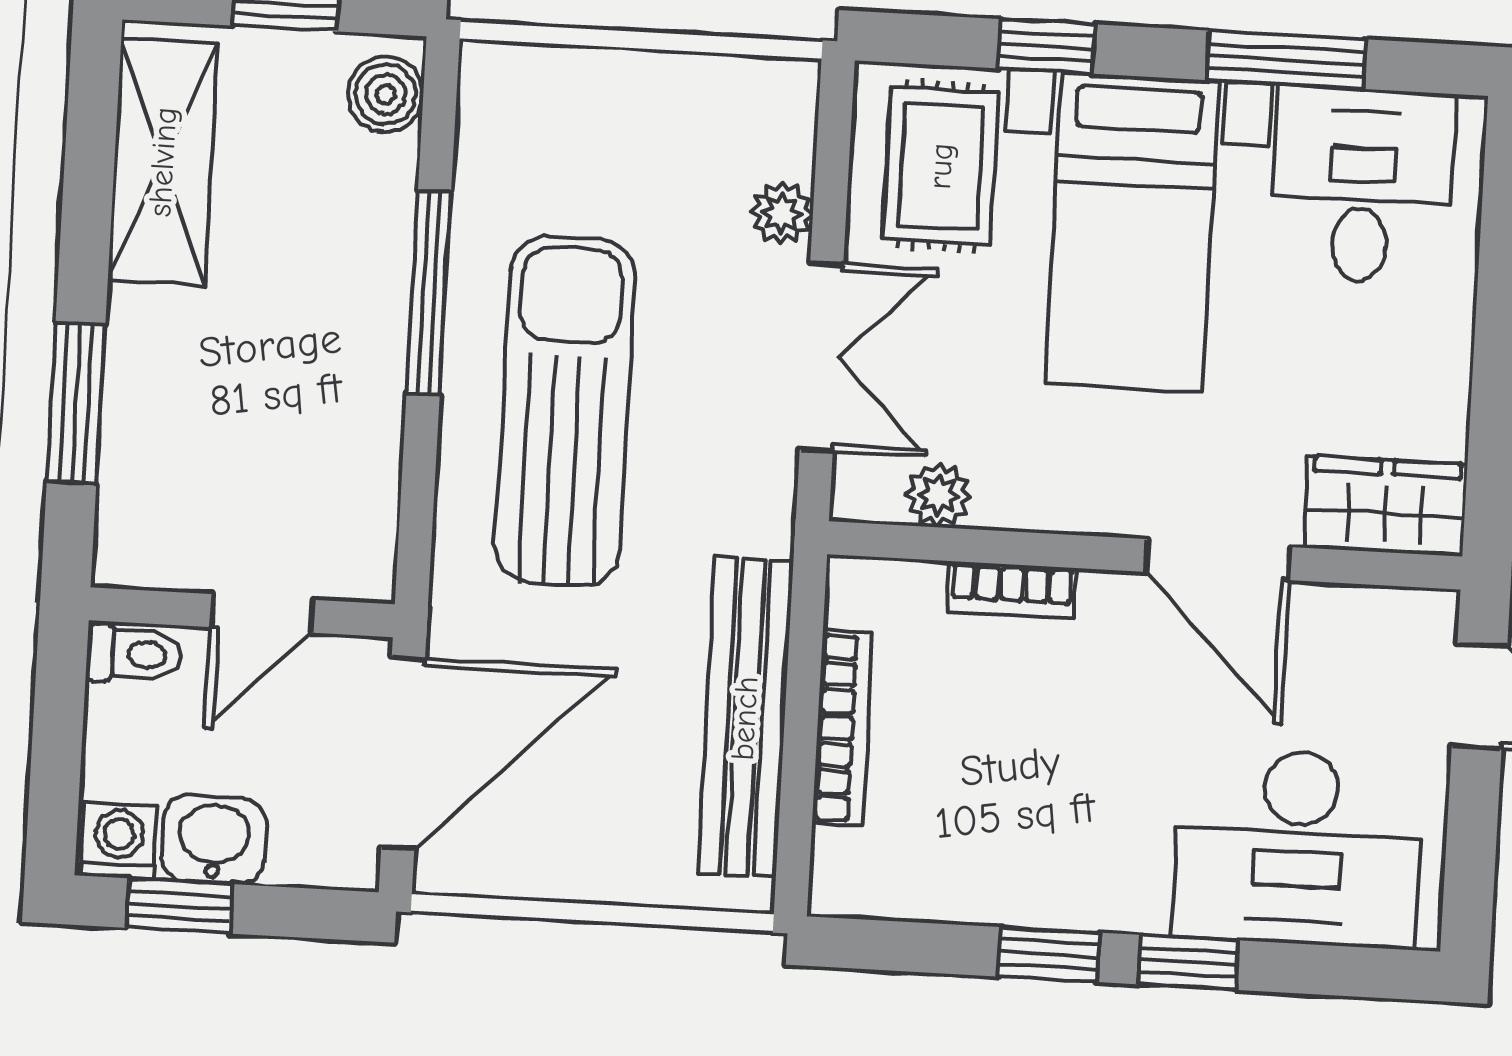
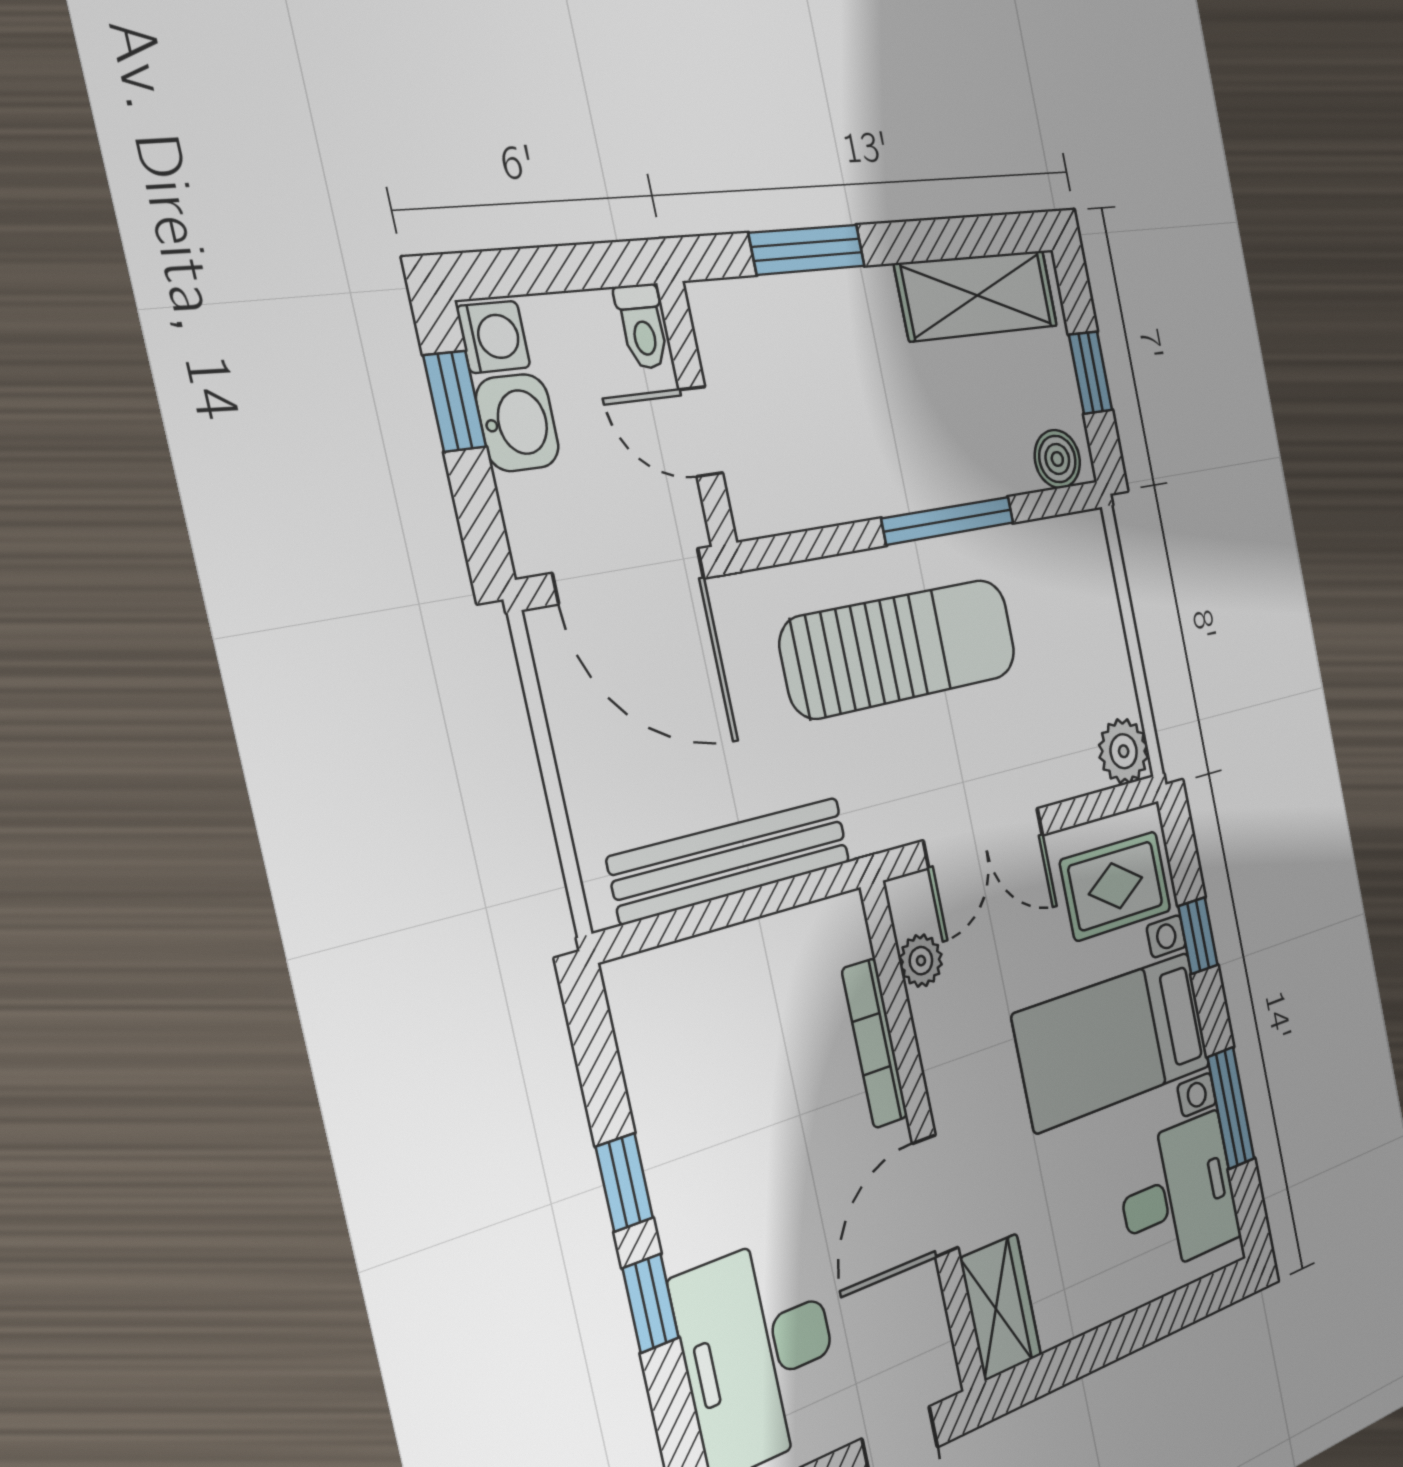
plant: (782, 213) -> (1124, 751), moved, width x1.38, depth x1.38
bookcase: (1012, 590) -> (875, 1043), width x1.56
bookcase: (842, 728) -> (745, 943), removed

